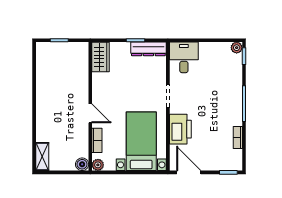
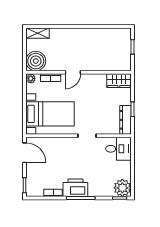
plant: (237, 48) -> (122, 188), width x1.88, depth x1.88
printer: (180, 129) -> (75, 188), moved, turned 180
boiler: (82, 164) -> (36, 61), width x1.86, depth x1.86
door: (189, 172) -> (25, 153), hinge flipped

